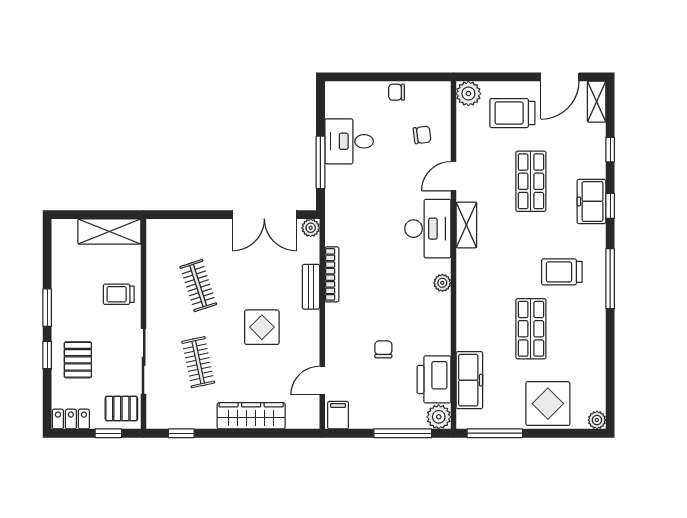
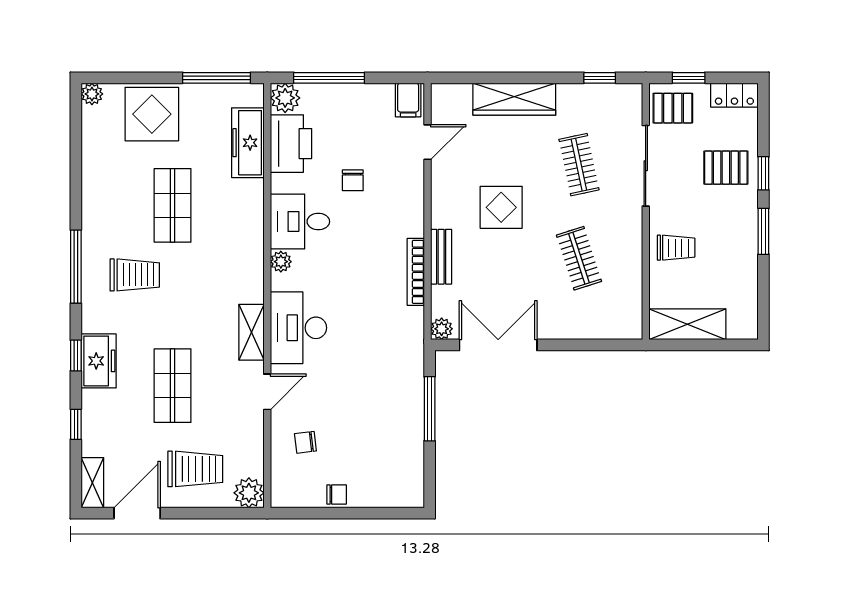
desk: (349, 141) -> (300, 222), moved, turned 180
pallet: (78, 360) -> (726, 168), turned 90

